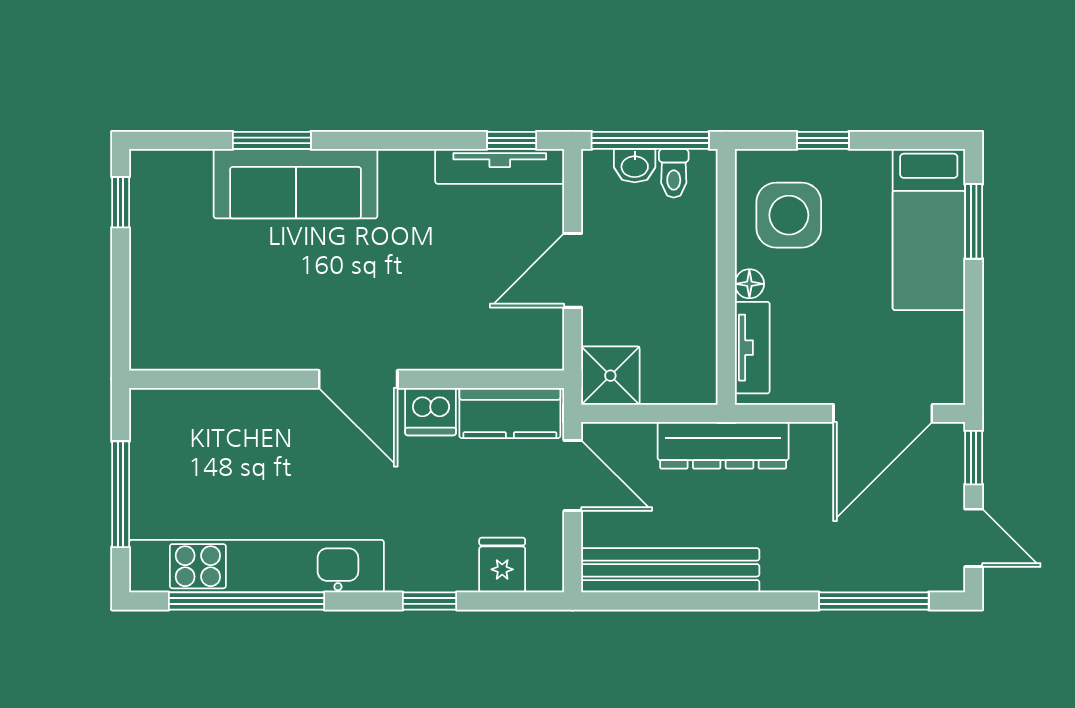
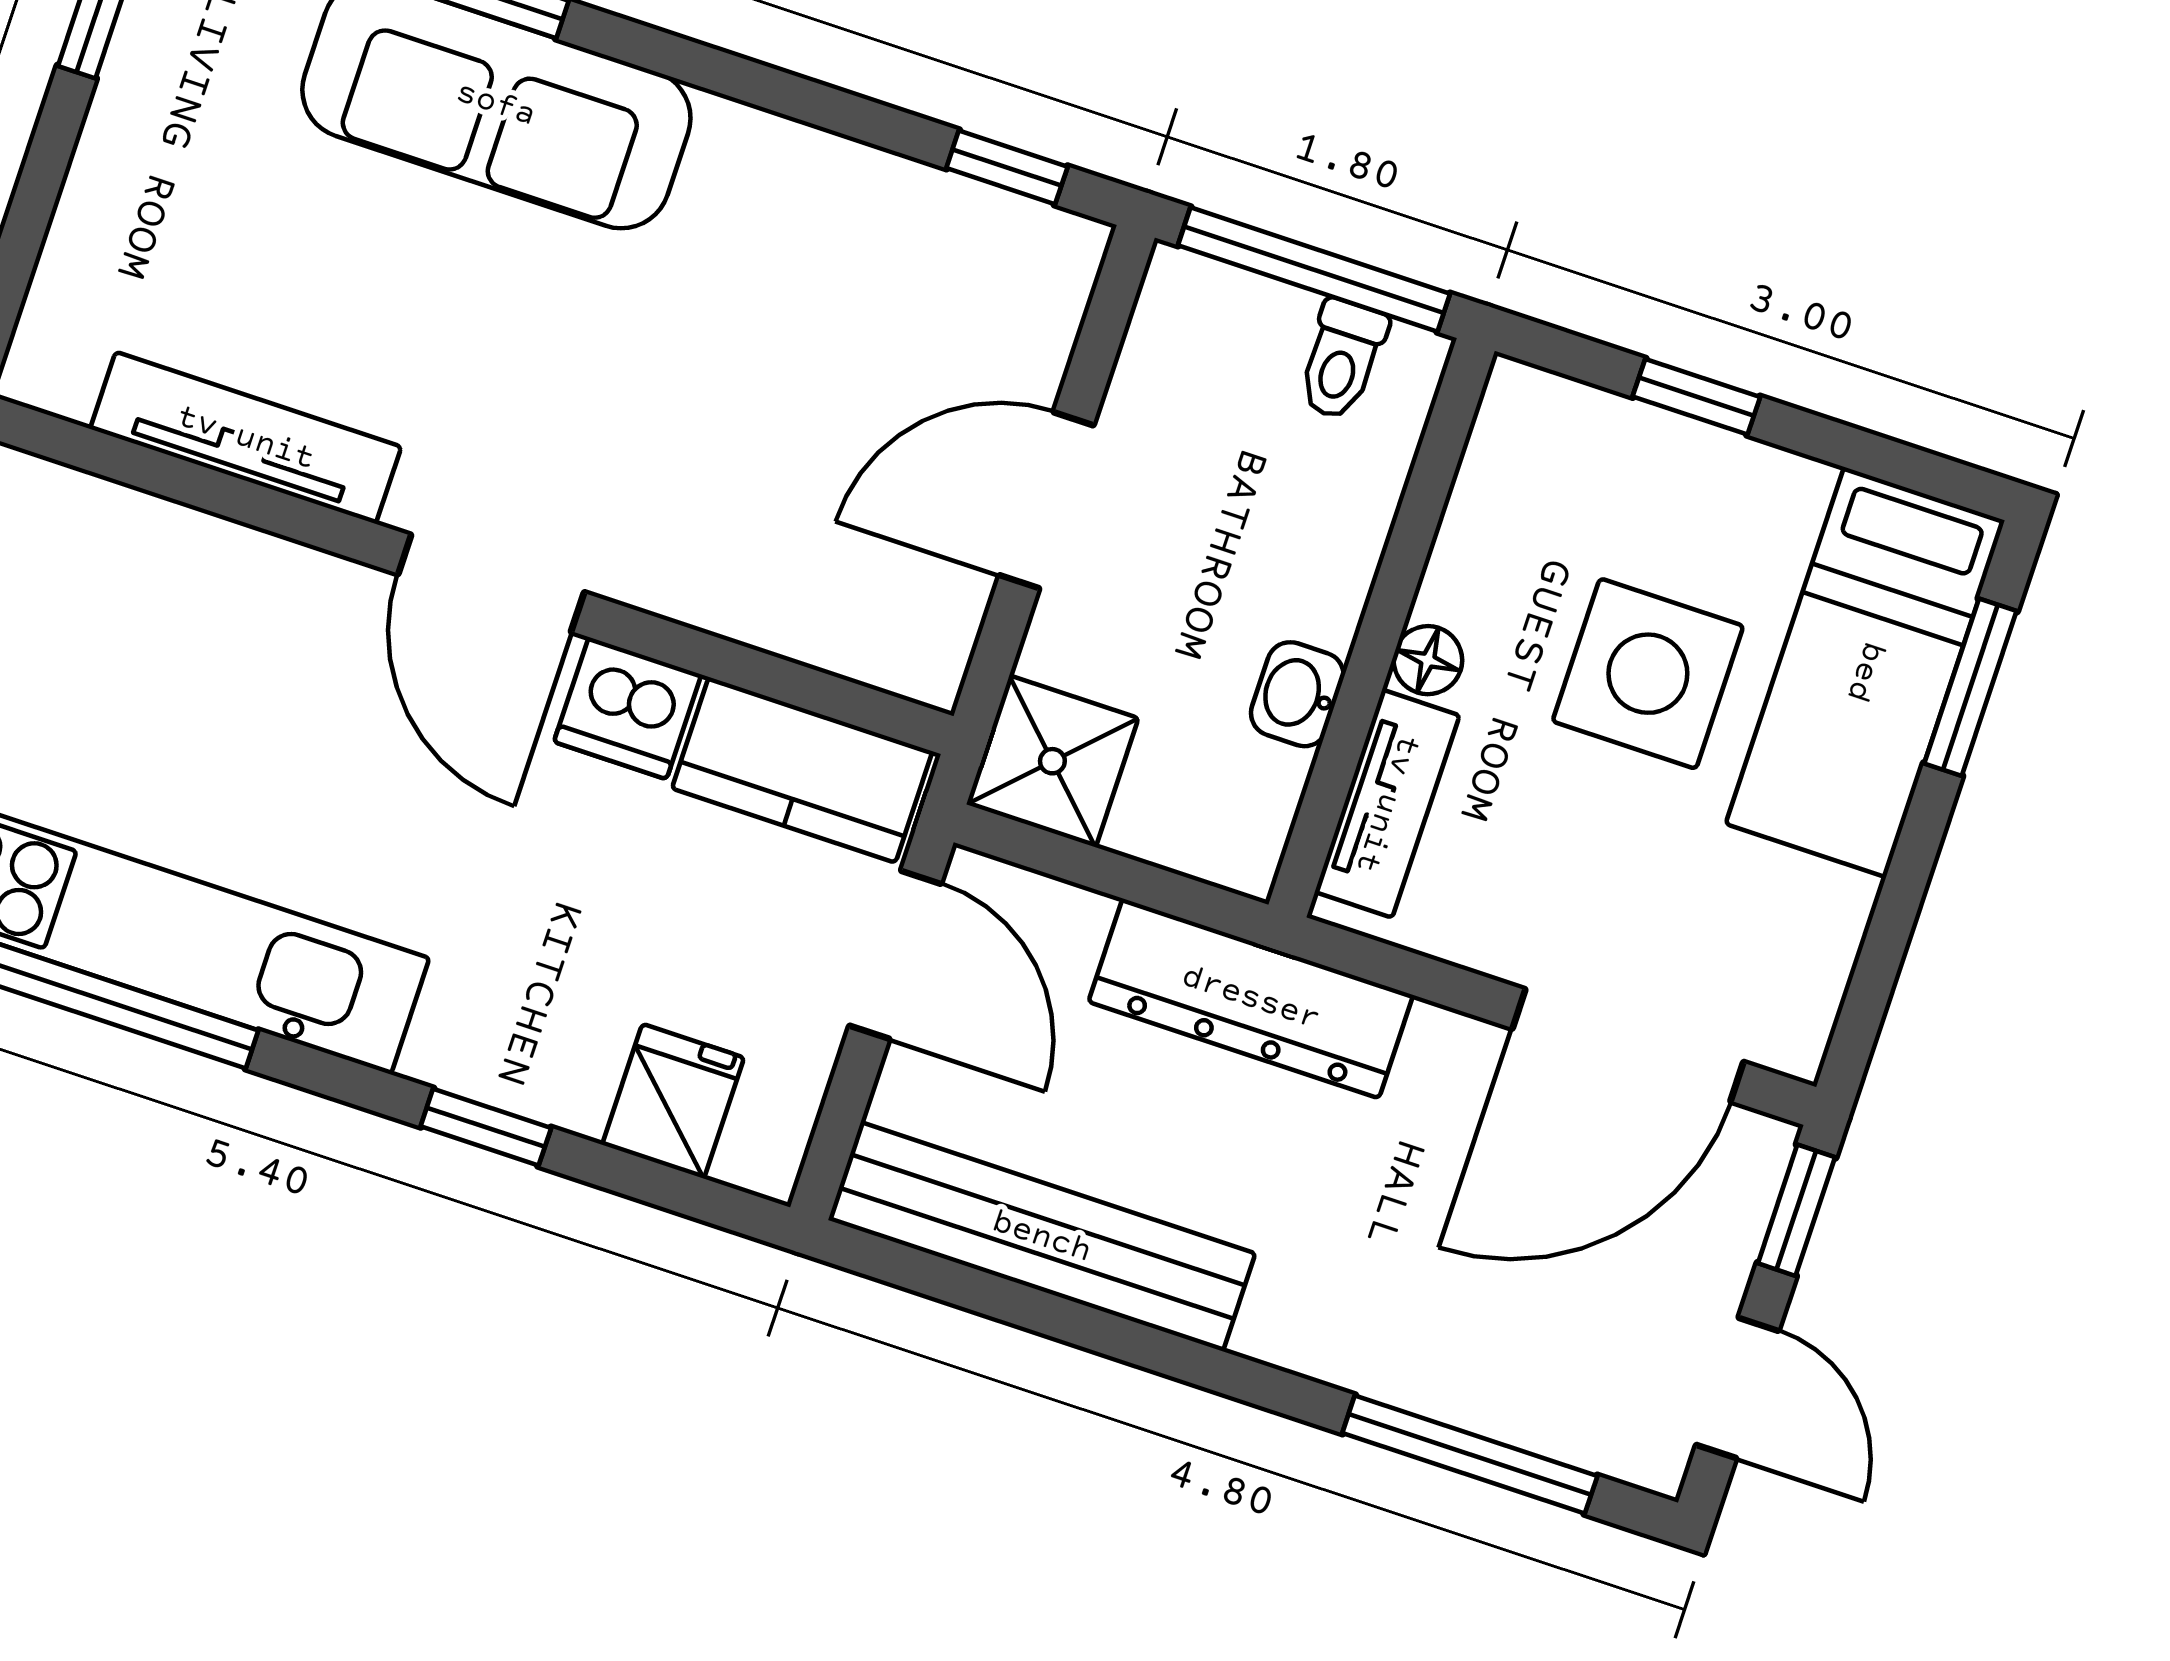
tv unit: (500, 166) -> (246, 438), moved, turned 180
washbasin: (635, 166) -> (1297, 694), moved, turned 90
side table: (789, 215) -> (1648, 674), moved

